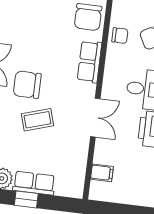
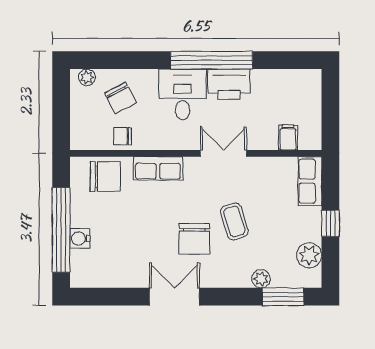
chair: (120, 36) -> (123, 136), turned -90
row of seats: (34, 183) -> (310, 181), moved

